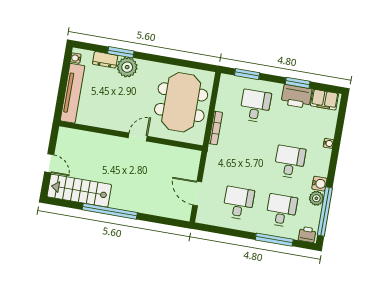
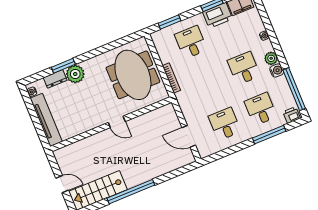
door: (138, 137) -> (117, 122), swing flipped
plant: (316, 198) -> (271, 58), moved

